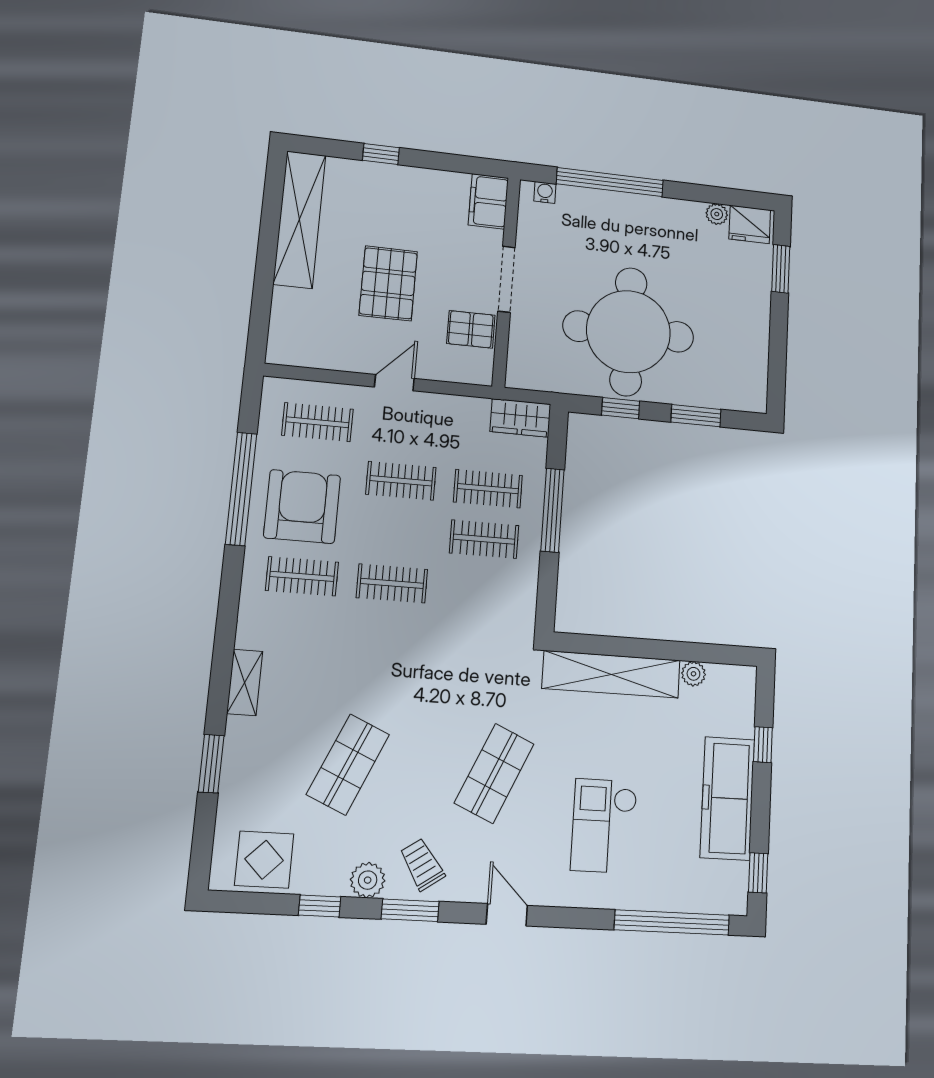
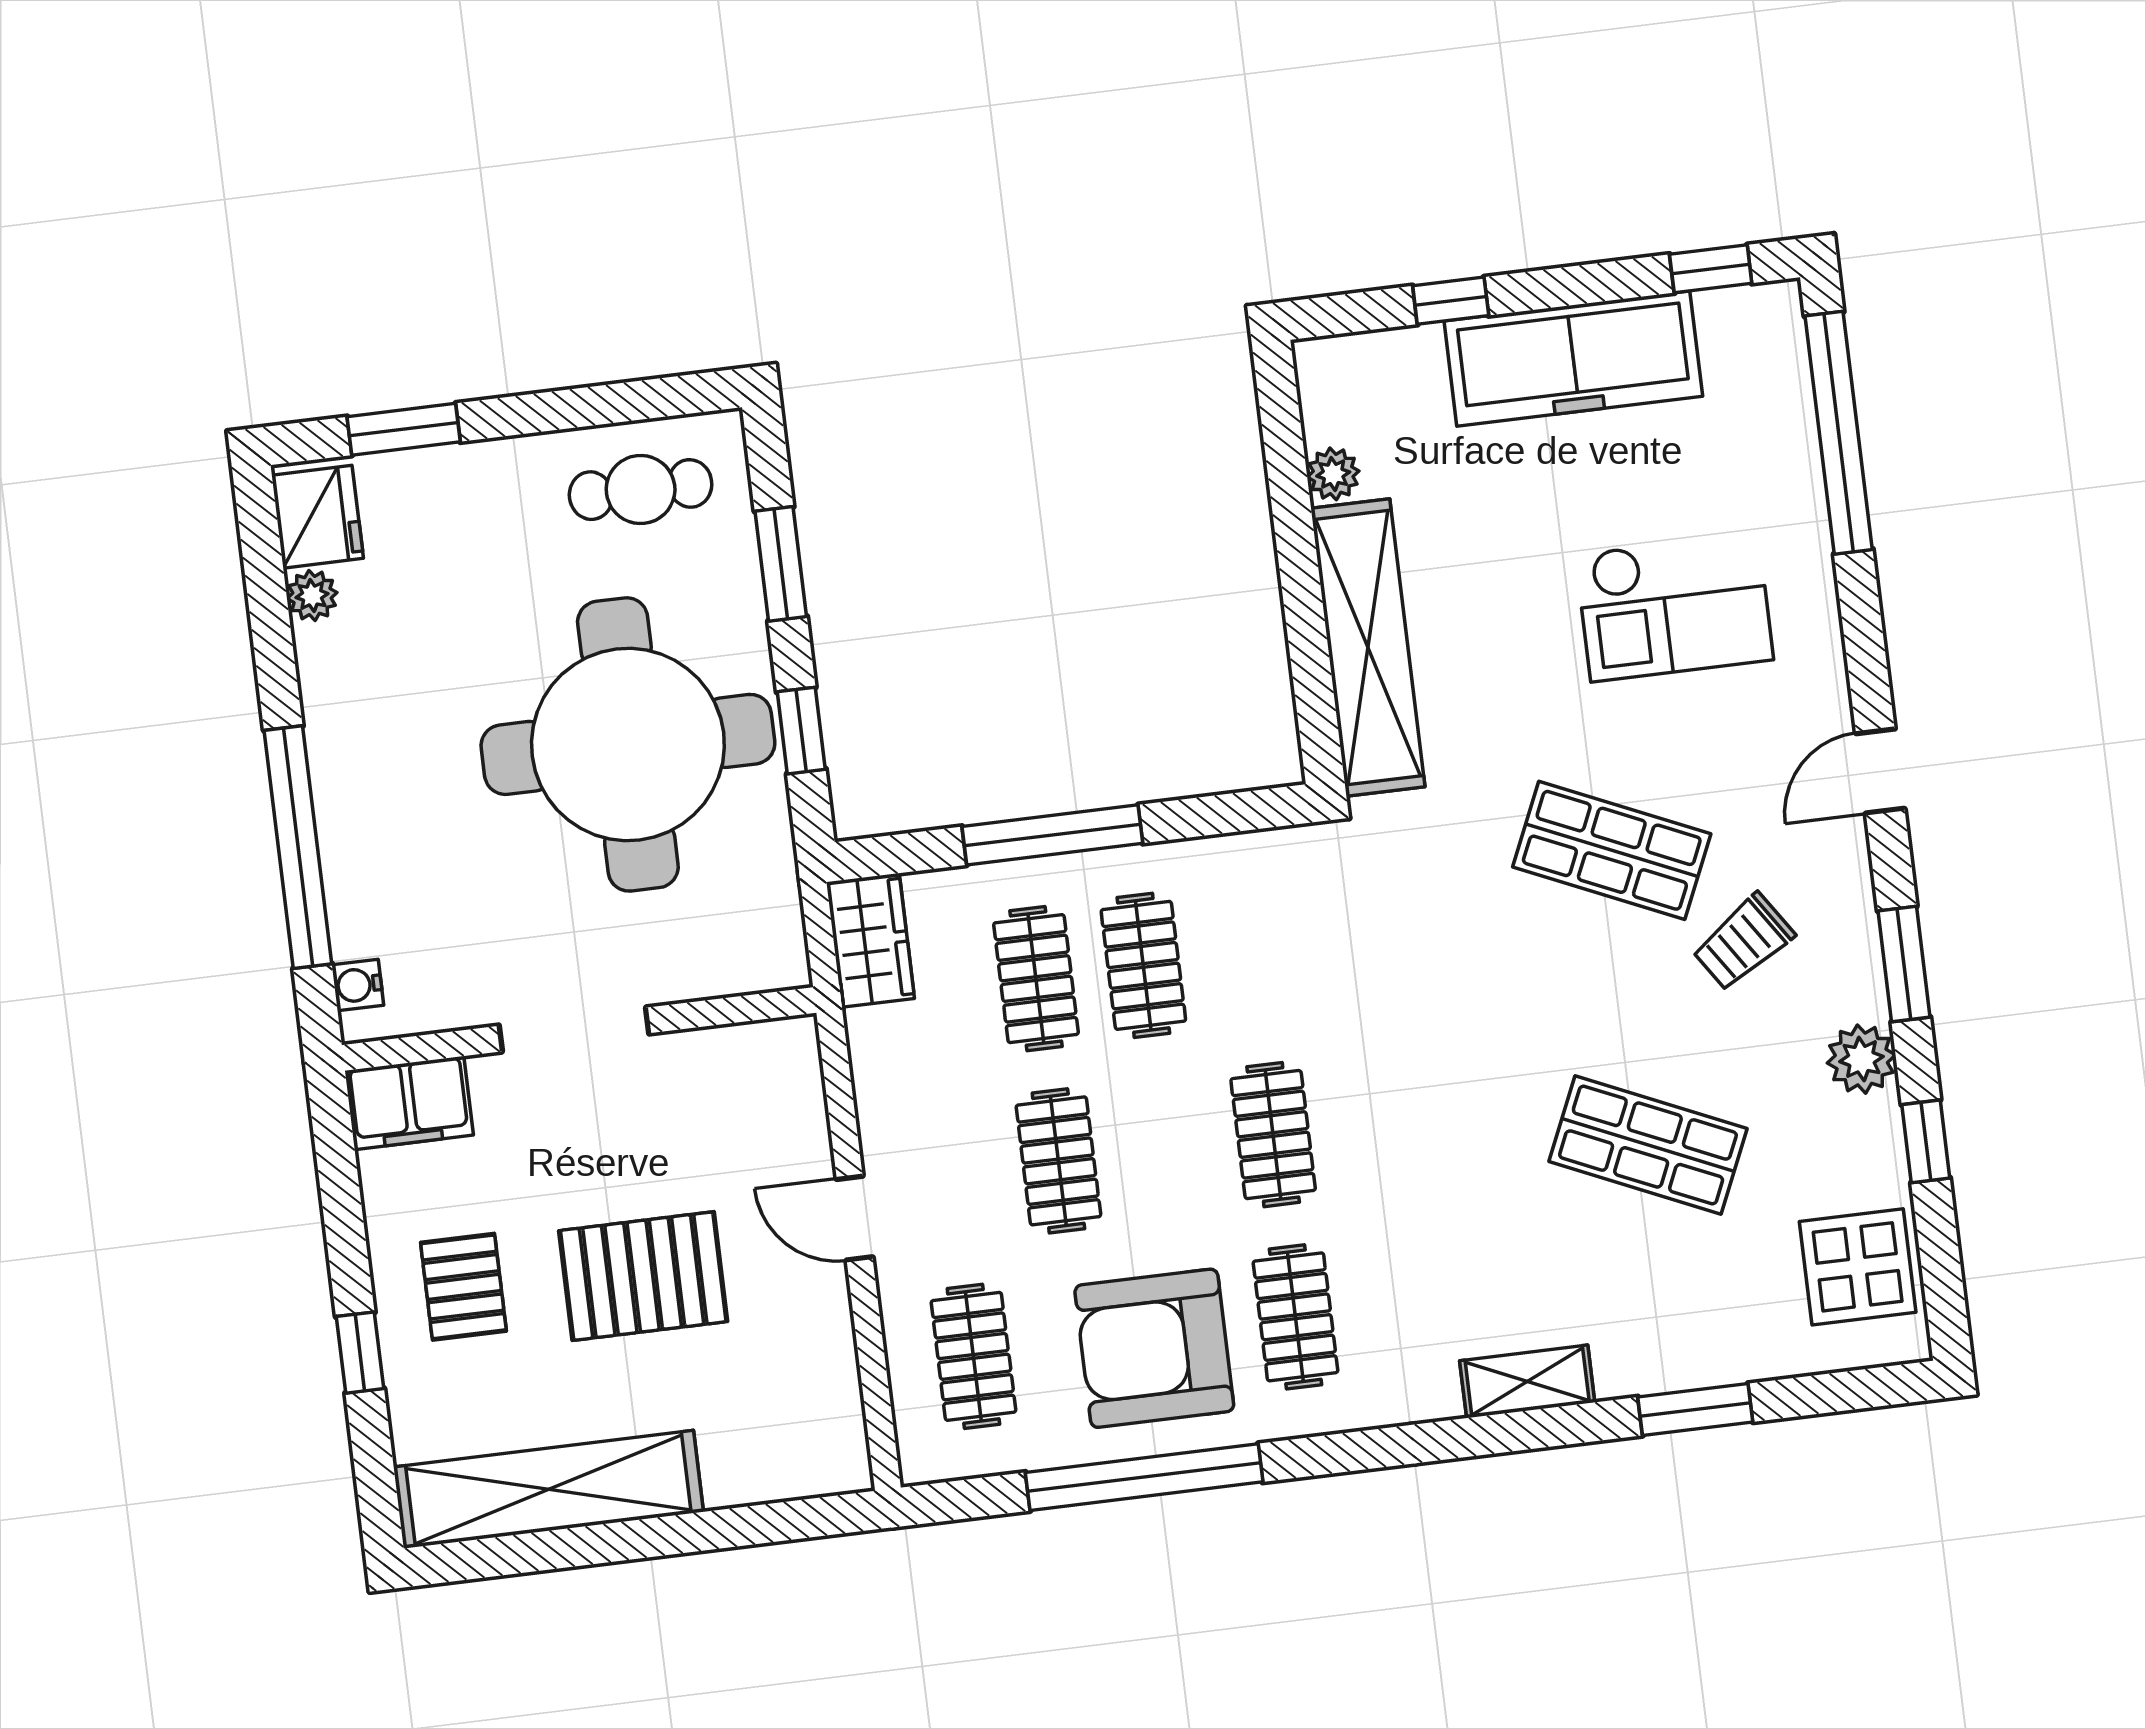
pallet: (471, 329) -> (463, 1287), moved
cafe table: (739, 362) -> (641, 490), added
trolley: (422, 864) -> (1743, 942), moved

